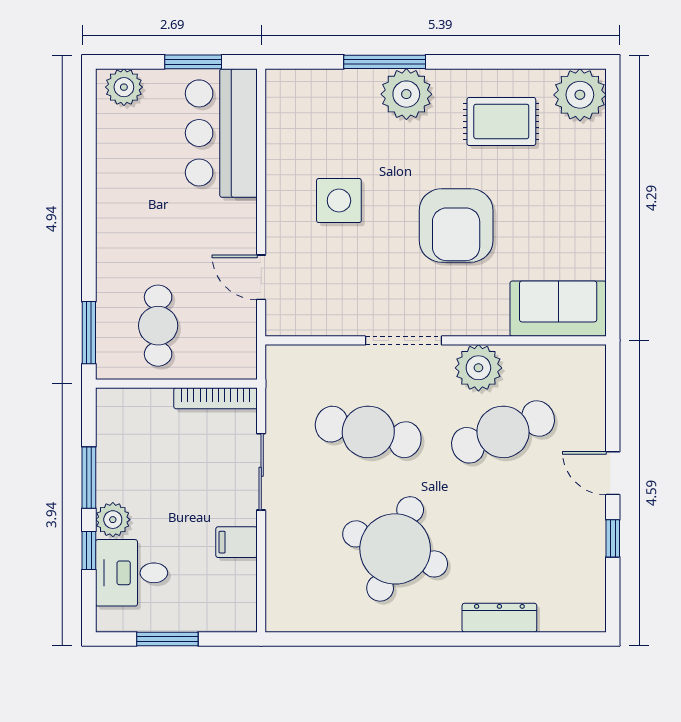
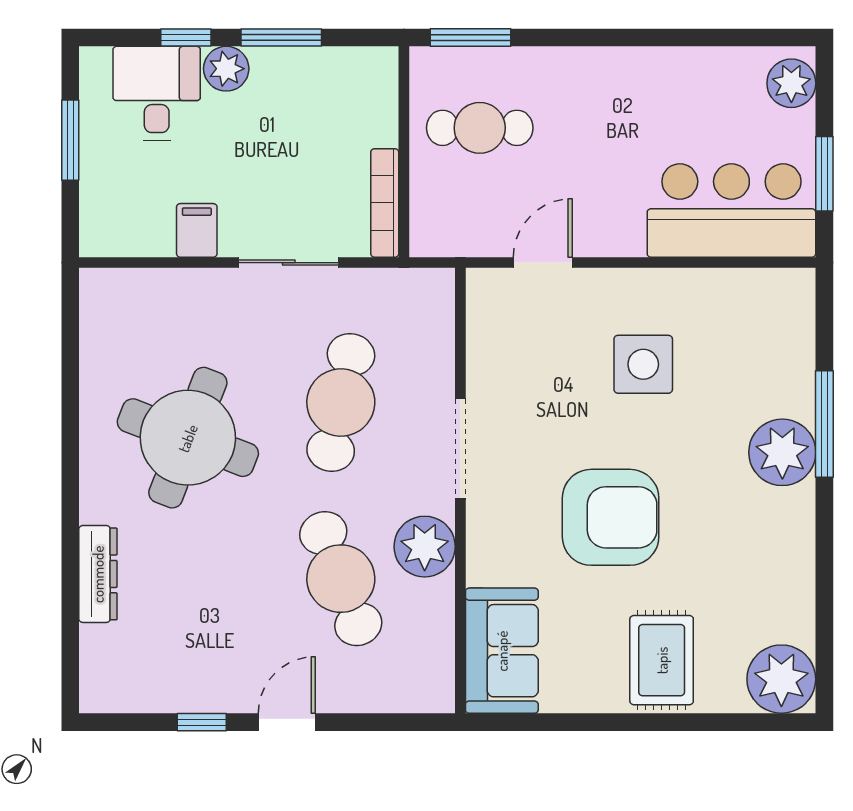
rug: (501, 121) -> (662, 660), moved
armchair: (456, 225) -> (611, 517), turned 180

